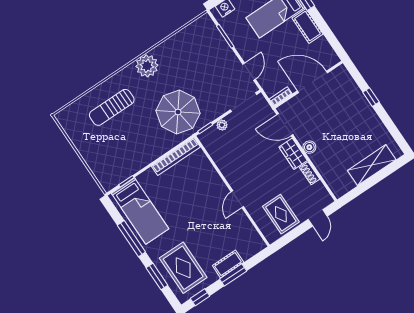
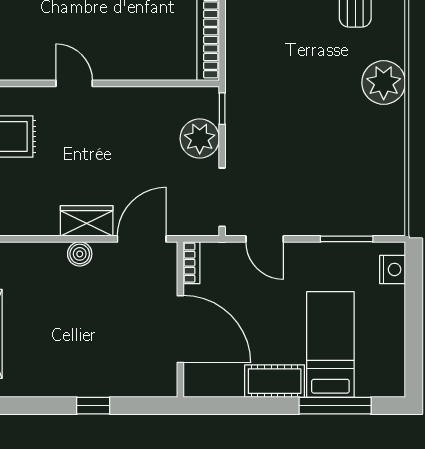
door: (313, 82) -> (180, 329), hinge flipped
parasol: (178, 112) -> (277, 82), removed
plant: (222, 125) -> (200, 138), width x1.88, depth x1.88
shoe rack: (310, 173) -> (38, 226), removed

